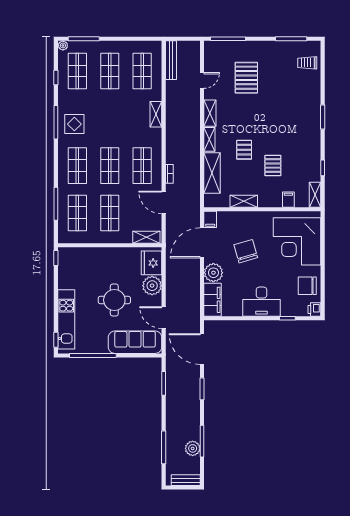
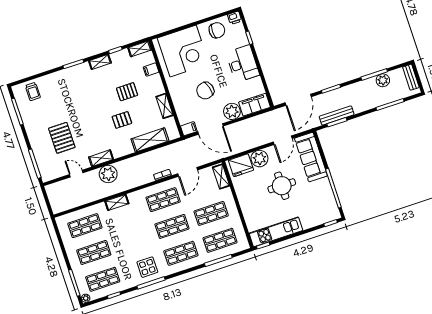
bench: (171, 60) -> (337, 116), moved
pallet: (246, 78) -> (62, 138), turned 90
plant: (190, 115) -> (108, 174), added
shelving: (209, 139) -> (100, 62), moved
chair: (307, 286) -> (217, 30), turned -90
kitchen unit: (66, 319) -> (276, 232), moved

